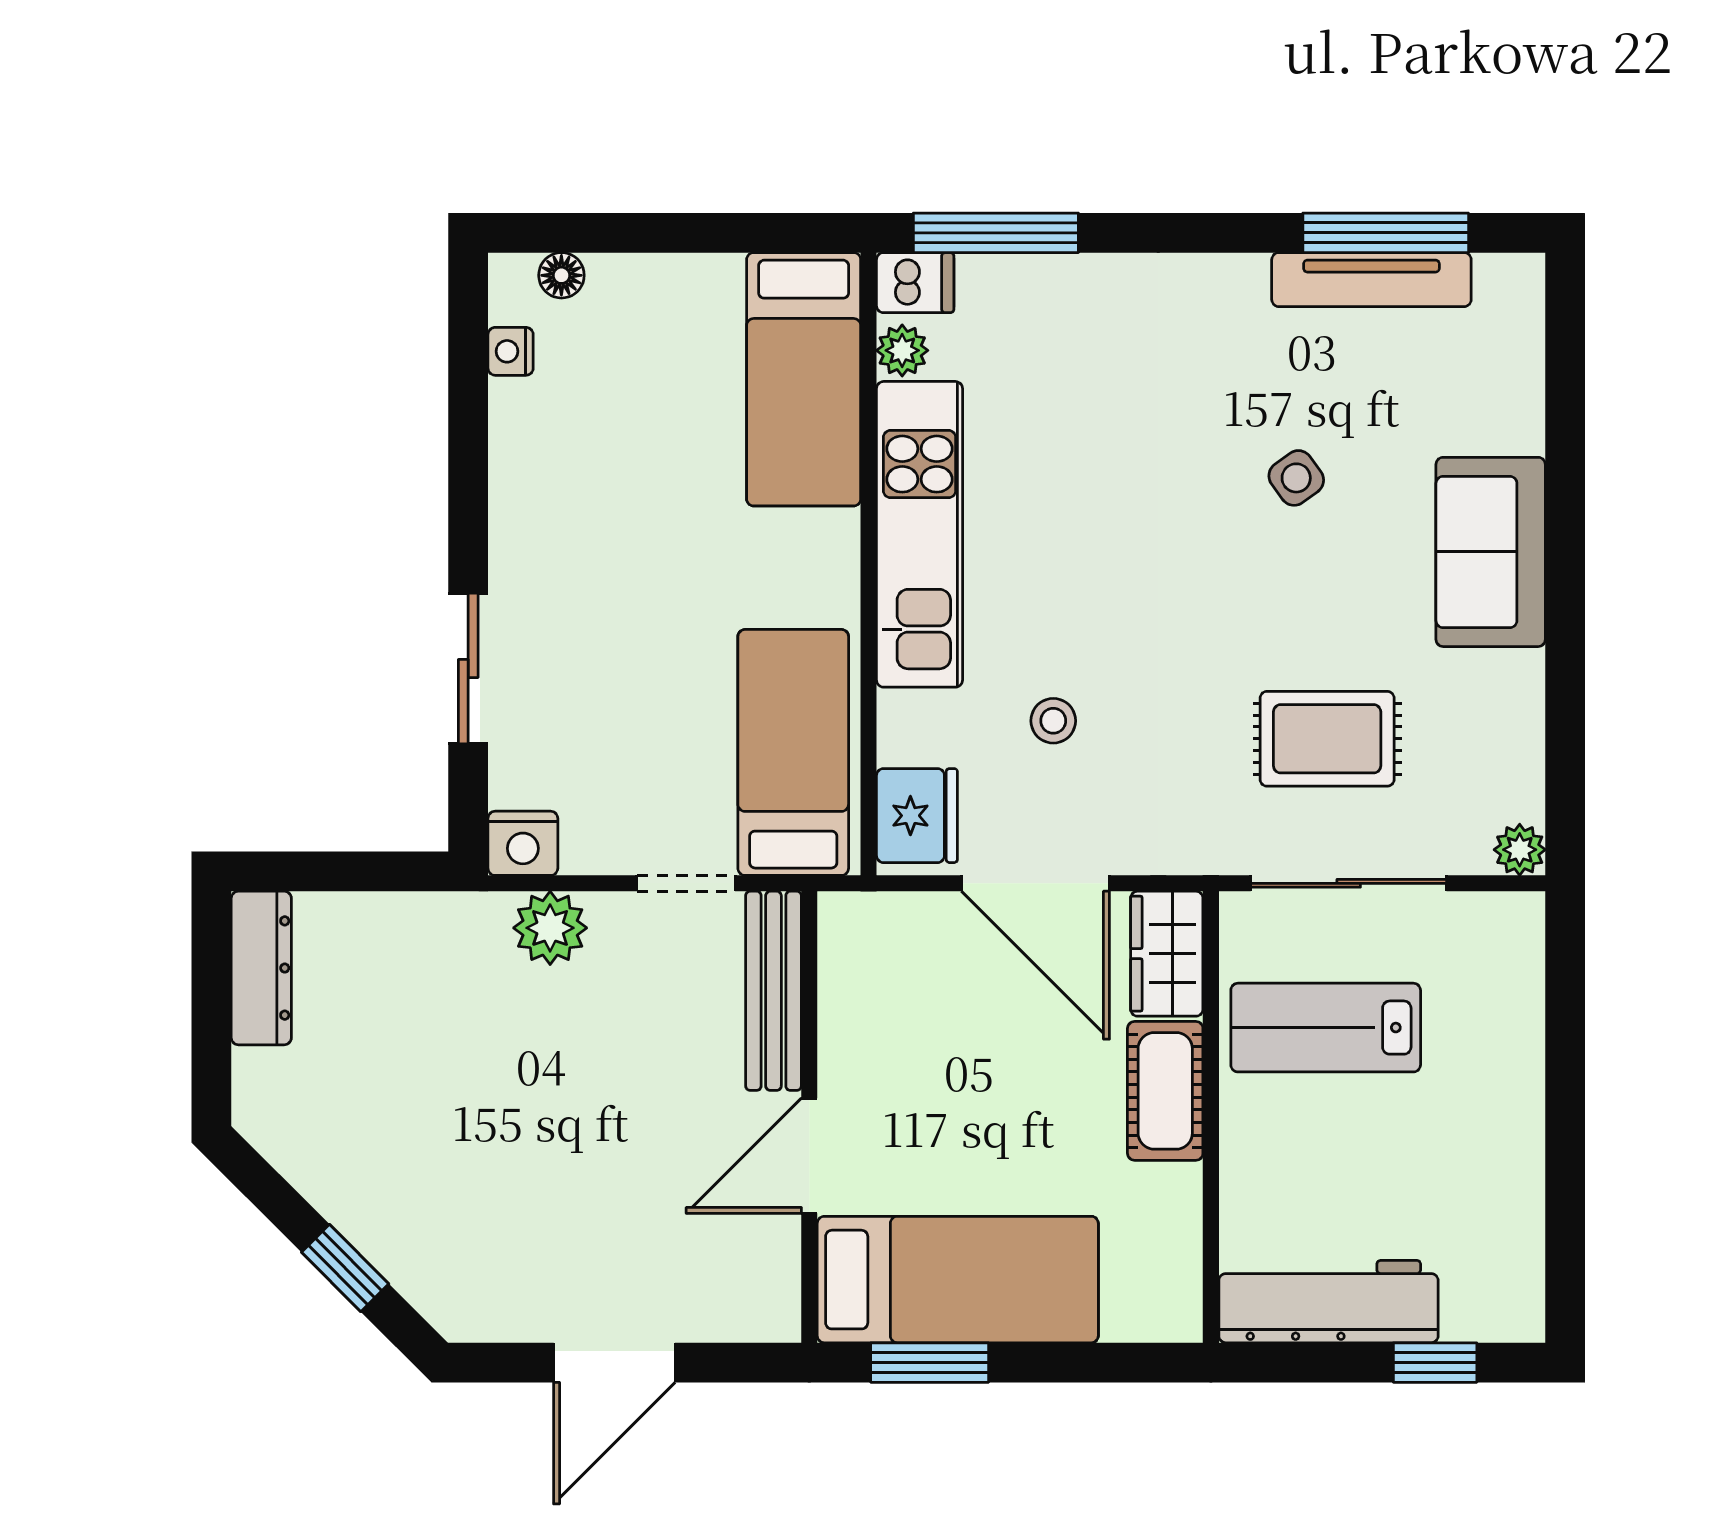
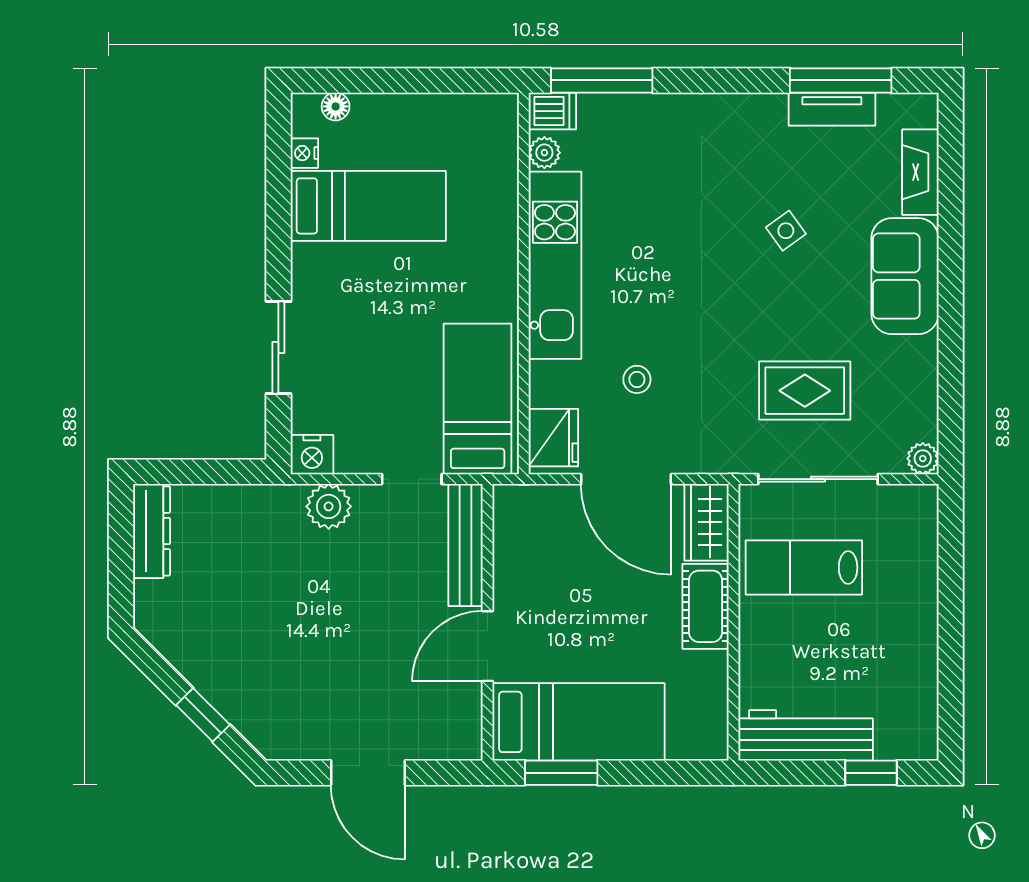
tv unit: (1371, 280) -> (832, 109), width x0.71
bed: (804, 379) -> (368, 206), moved, turned -90
fireplace: (1516, 382) -> (920, 172), added
door: (614, 1363) -> (368, 773), hinge flipped

